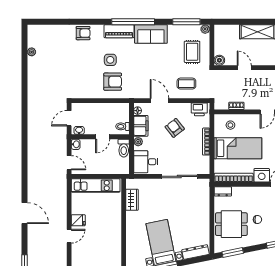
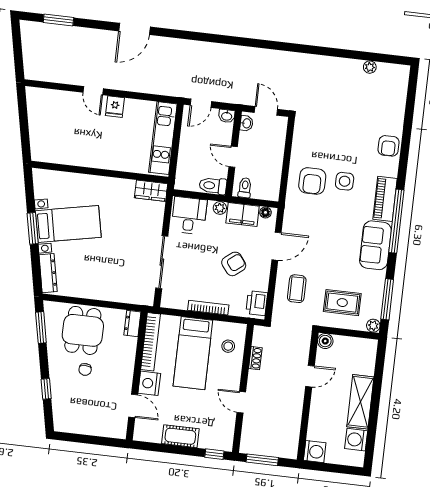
wardrobe: (132, 200) -> (151, 191), moved

